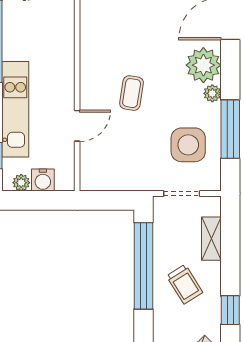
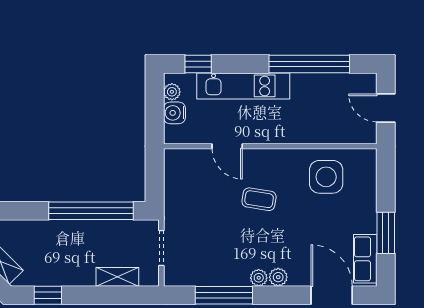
plant: (203, 65) -> (278, 277), width x0.53, depth x0.53
side table: (188, 145) -> (326, 177), moved
trolley: (185, 284) -> (73, 251), removed

